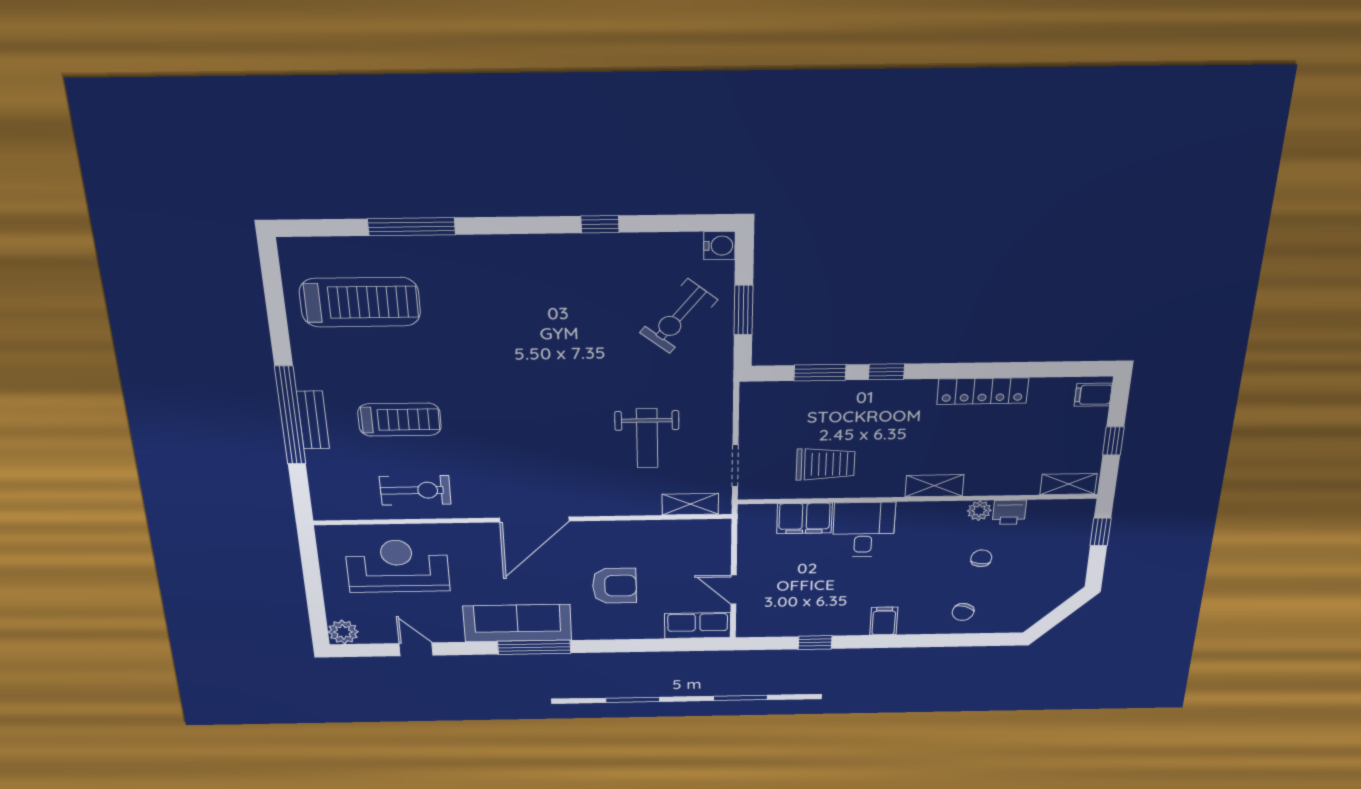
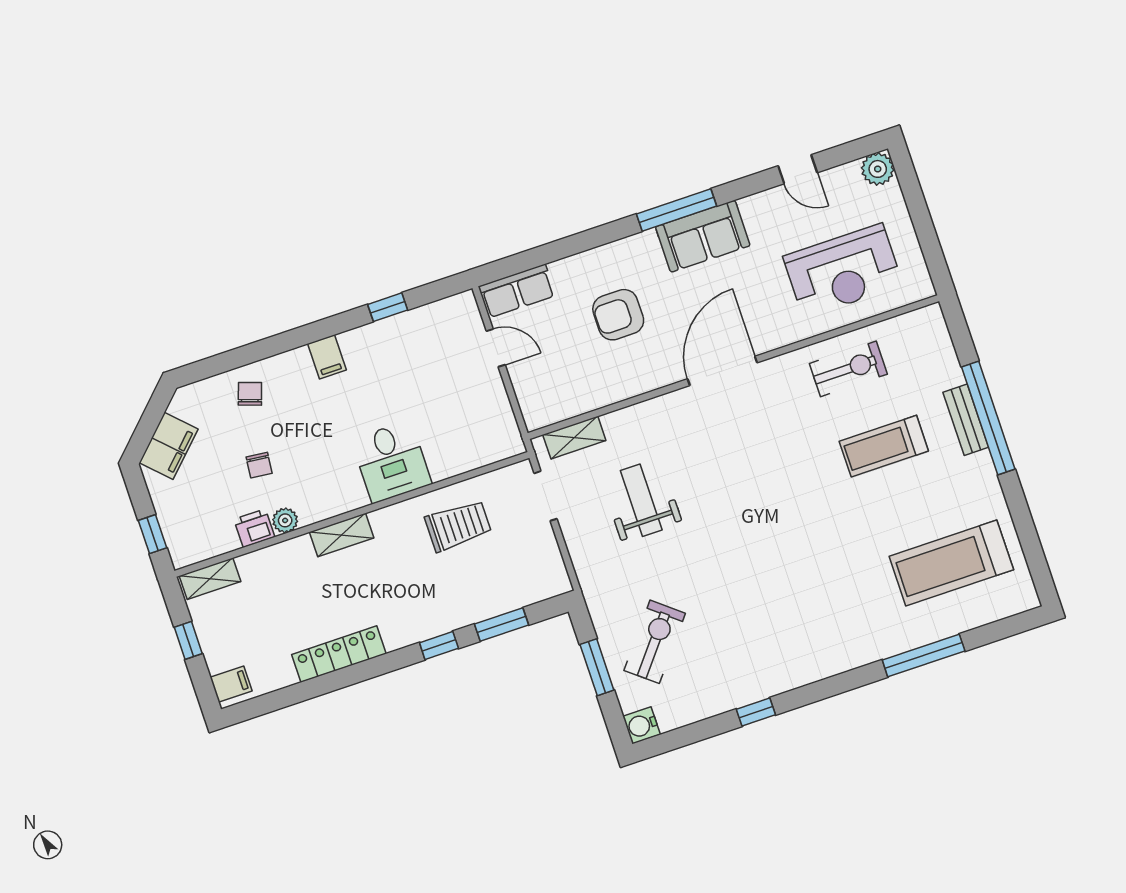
trolley: (826, 464) -> (458, 526), turned 180
exercise bike: (415, 490) -> (848, 369), turned 180
filing cabinet: (804, 518) -> (169, 446), moved, turned 135
sofa: (517, 623) -> (703, 236), width x0.73

